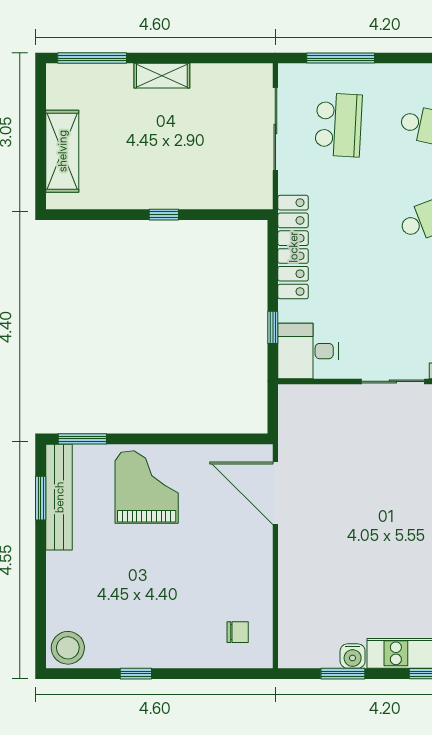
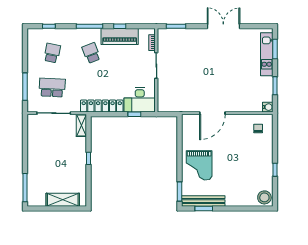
shelving: (162, 76) -> (81, 125), moved
desk: (308, 351) -> (140, 100), width x1.37
grand piano: (147, 487) -> (199, 165), turned -90
door: (275, 493) -> (212, 113), moved
water cooler: (353, 656) -> (268, 107), moved

